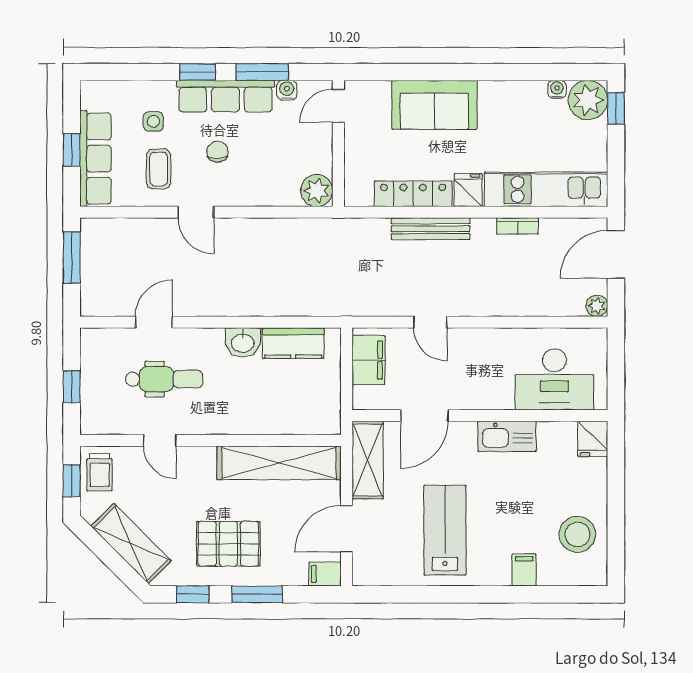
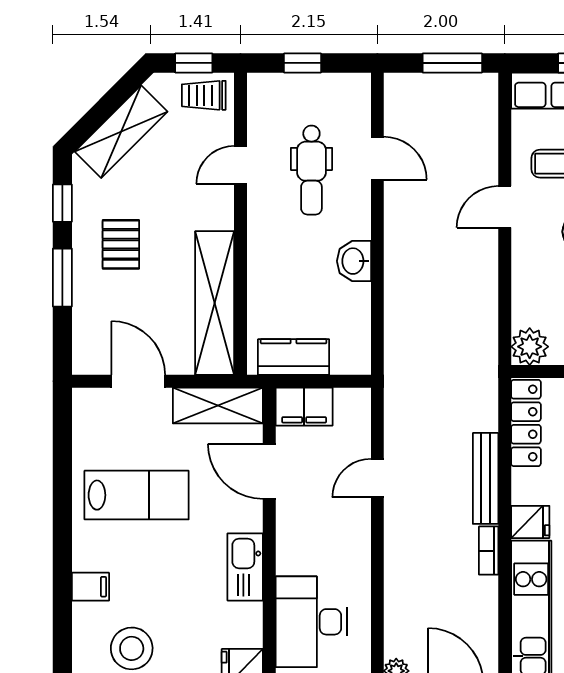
locker: (413, 194) -> (526, 423), moved
bookcase: (517, 226) -> (489, 551), moved
kitchen counter: (293, 343) -> (294, 357), moved, turned 90
filing cabinet: (368, 360) -> (304, 407), moved
pallet: (228, 544) -> (121, 244), width x0.67, depth x0.71
filing cabinet: (325, 574) -> (86, 356), removed

